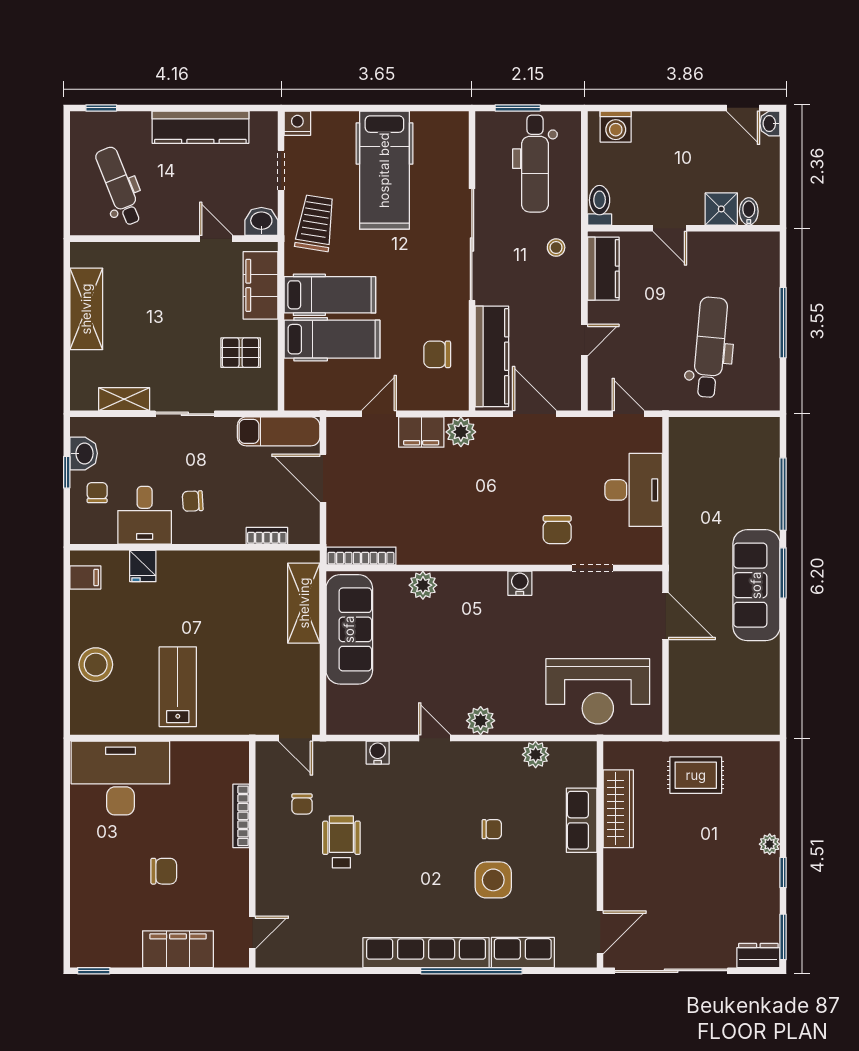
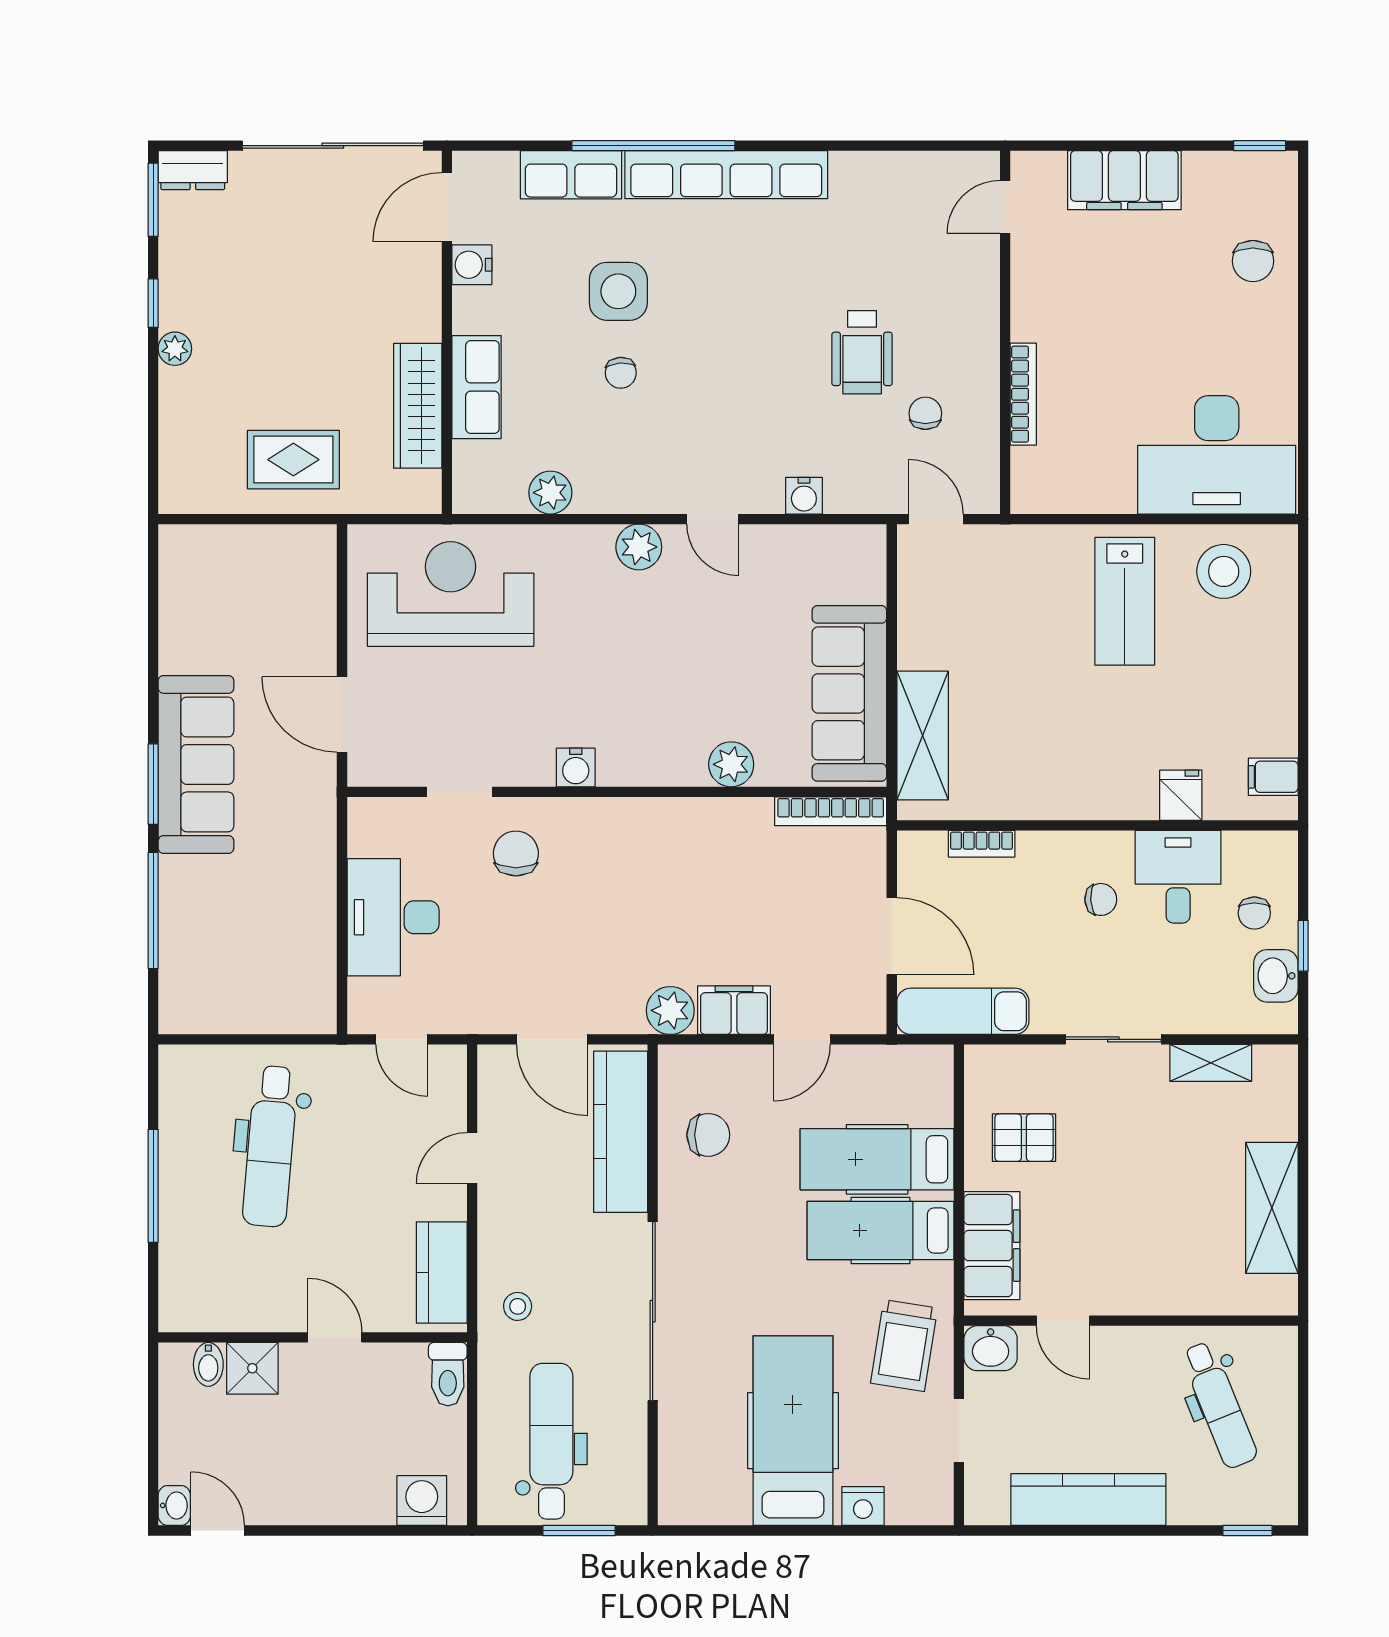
nightstand: (297, 123) -> (863, 1506), moved
stool: (96, 665) -> (1224, 571), moved
chair: (492, 829) -> (621, 373), turned -94
chair: (164, 871) -> (1253, 261), moved, turned -90
water cooler: (584, 896) -> (472, 265), added

